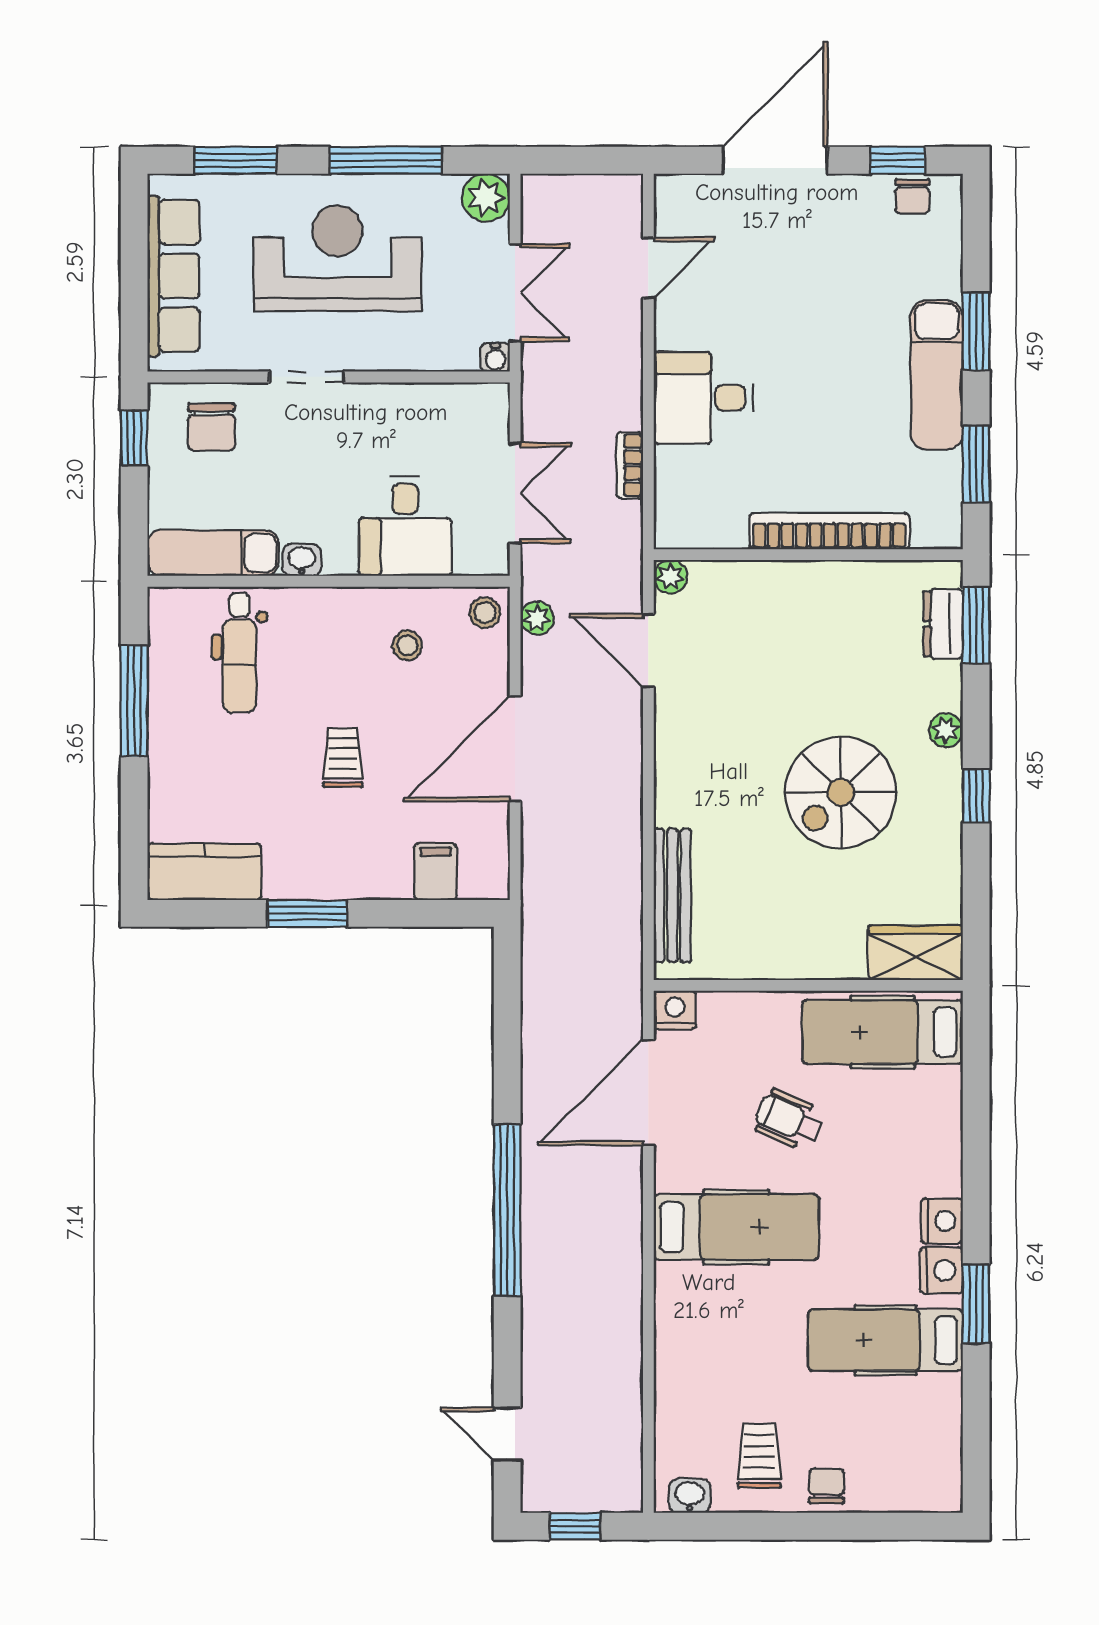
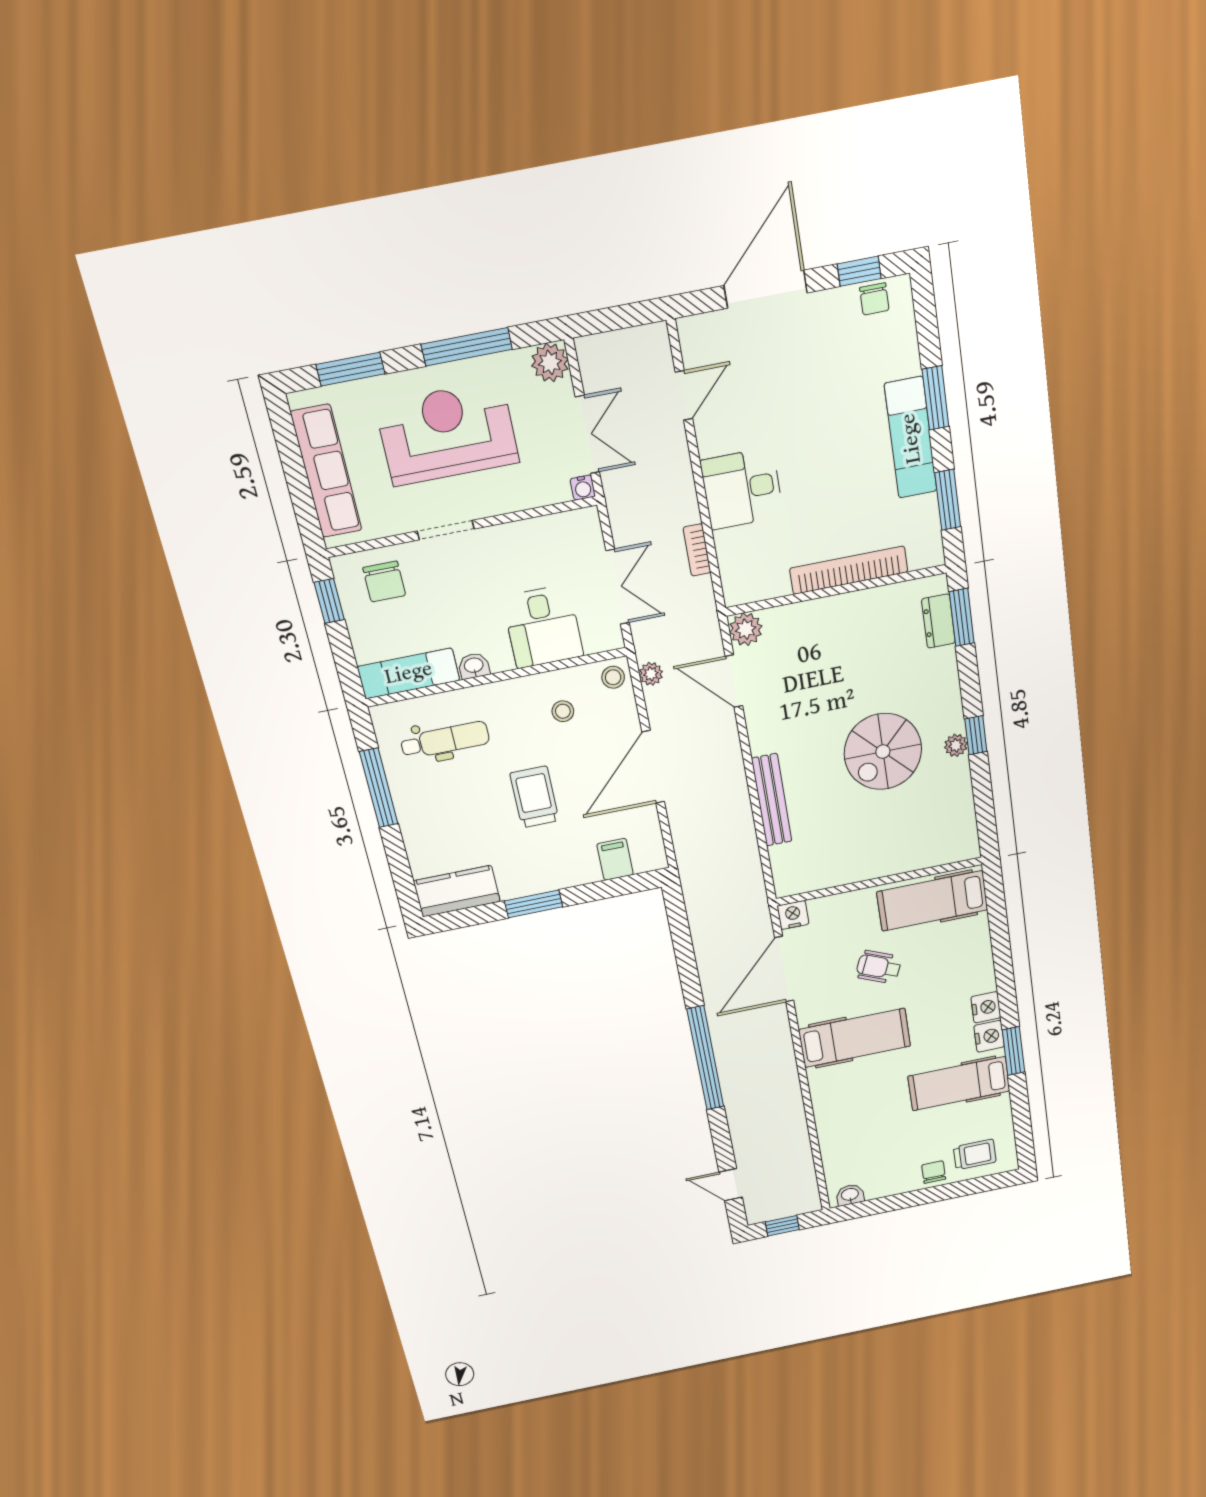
plant: (670, 577) -> (746, 629), width x1.38, depth x1.38
dental chair: (239, 653) -> (445, 740), turned -90
plant: (946, 730) -> (956, 745), moved
trolley: (343, 758) -> (535, 797), width x1.36, depth x1.39
bench: (672, 895) -> (772, 800), moved
wardrobe: (916, 953) -> (948, 846), removed
trolley: (759, 1456) -> (975, 1154), moved, turned 90

